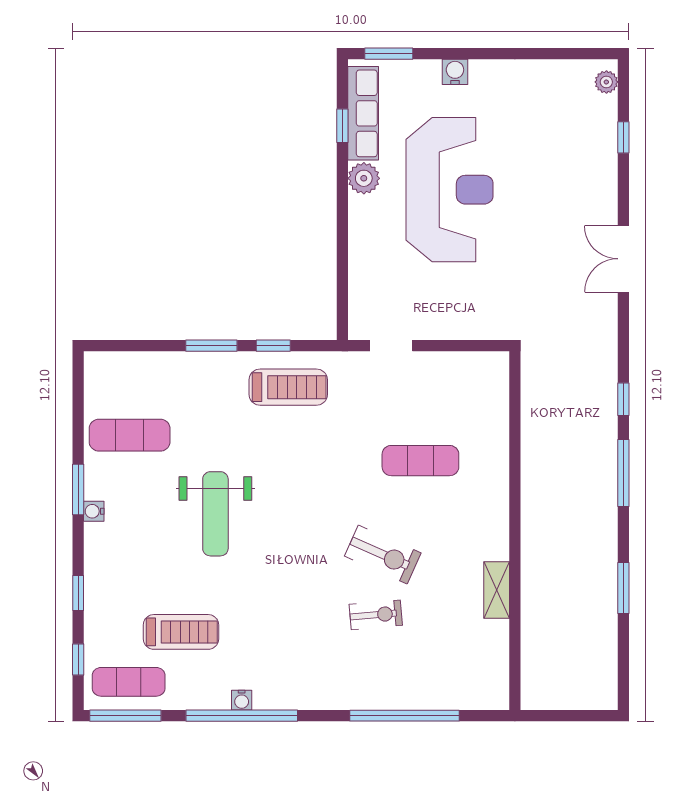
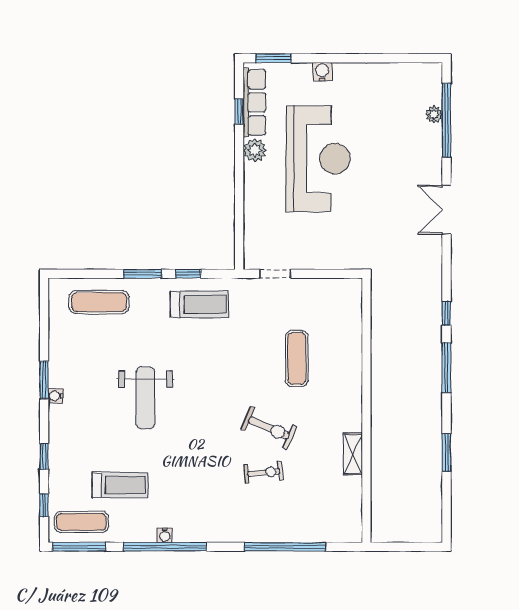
plant: (606, 82) -> (434, 114), moved
window: (623, 137) -> (446, 120), width x3.17
exercise mat: (130, 435) -> (99, 302), moved
exercise mat: (420, 461) -> (297, 359), turned 90

